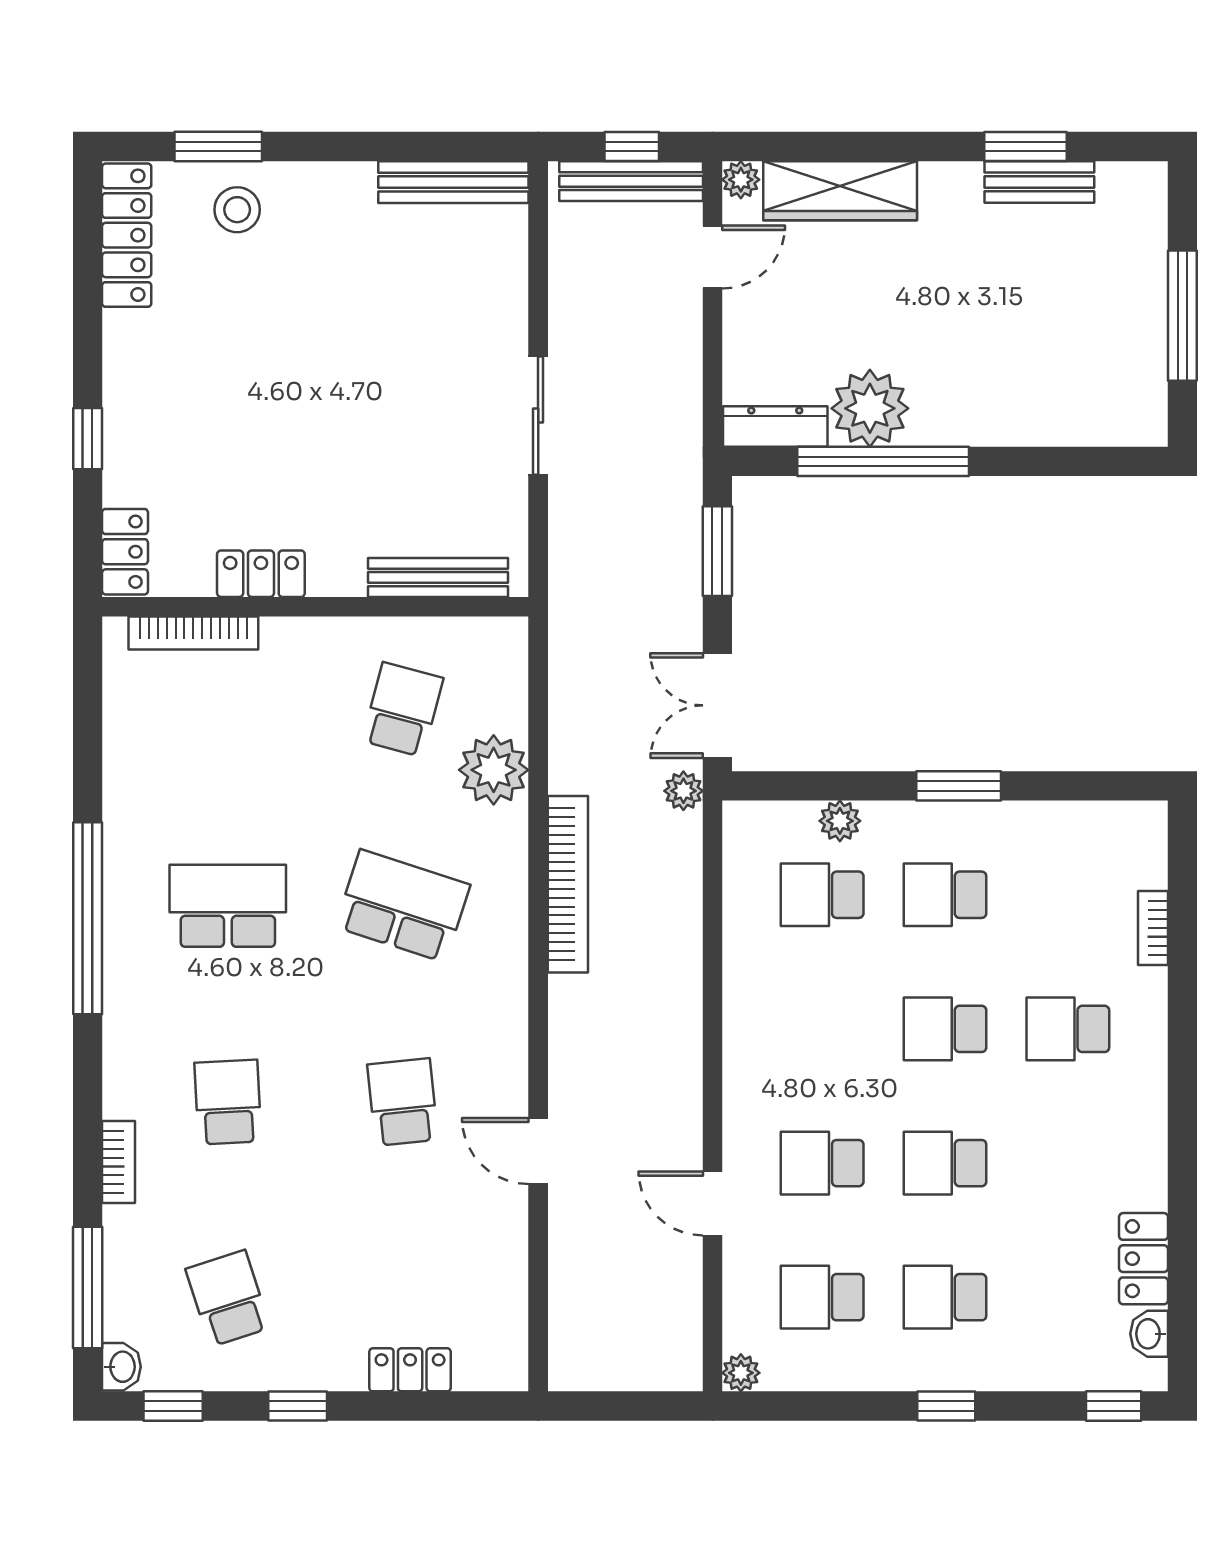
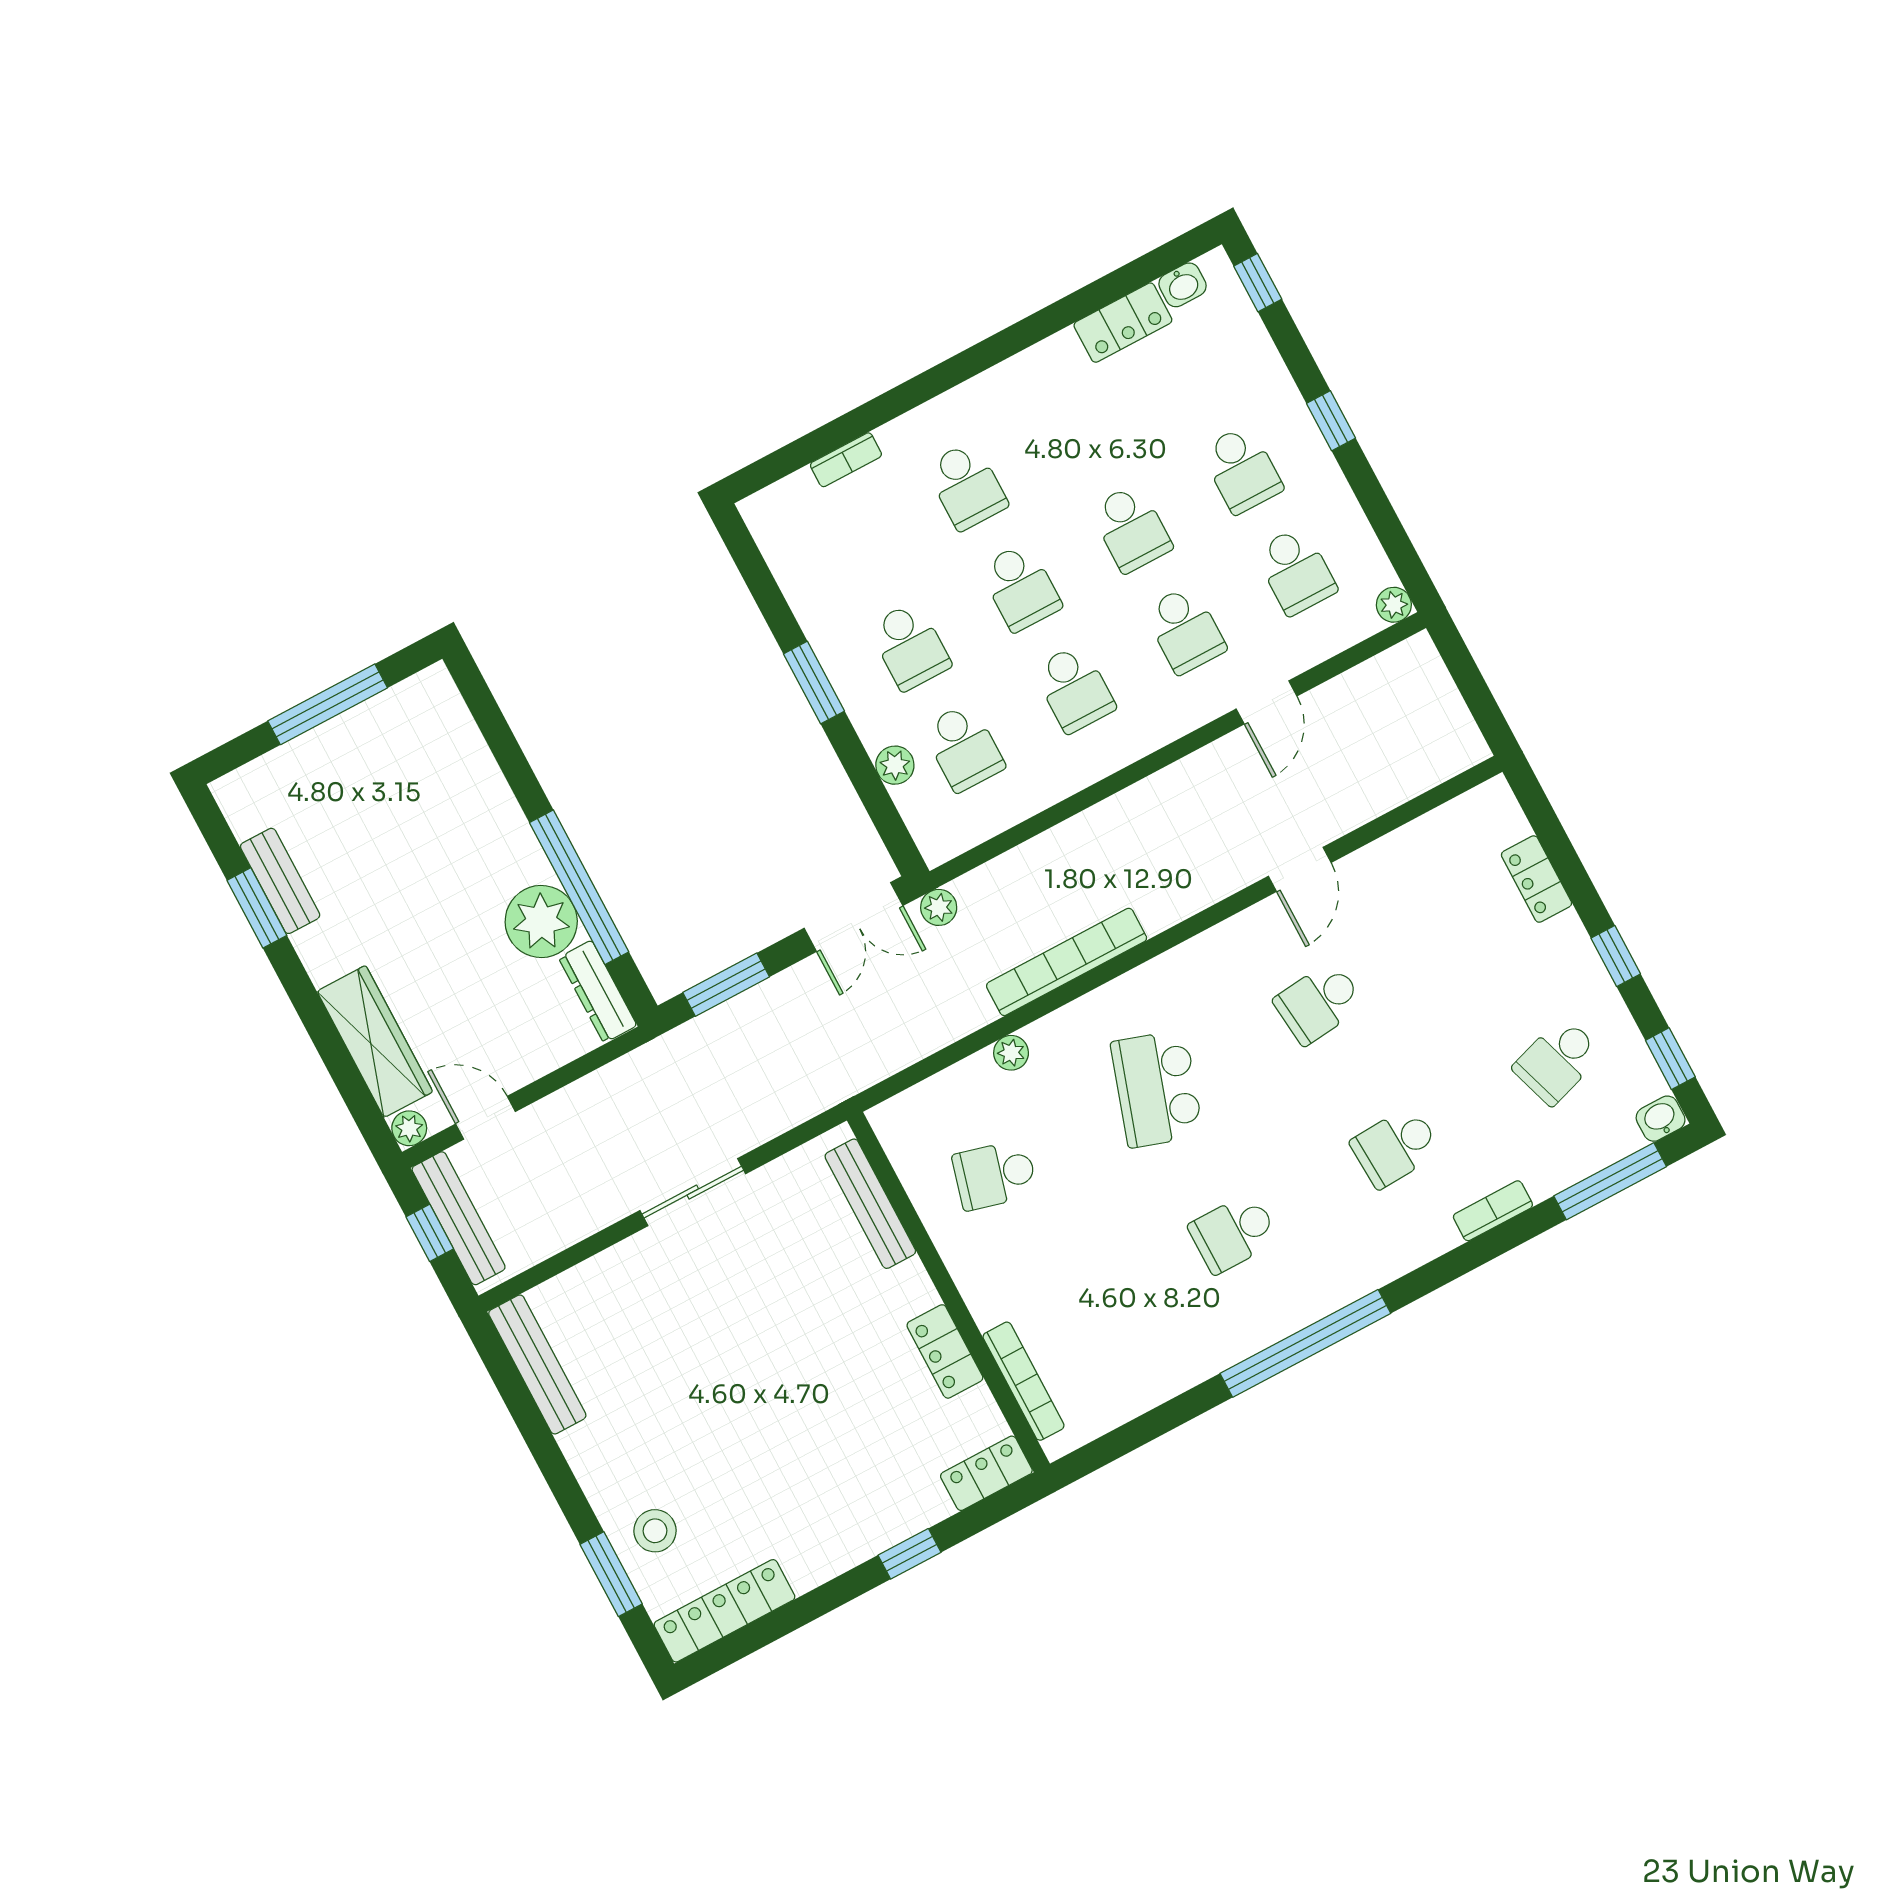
plant: (494, 770) -> (1011, 1053), width x0.53, depth x0.53
school desk: (228, 906) -> (1234, 1233), width x0.54
school desk: (822, 1029) -> (1074, 689), added

